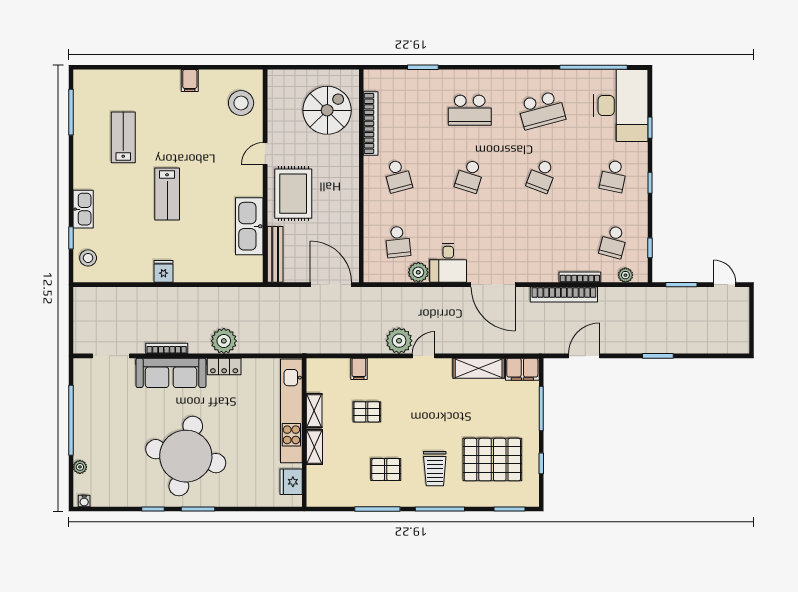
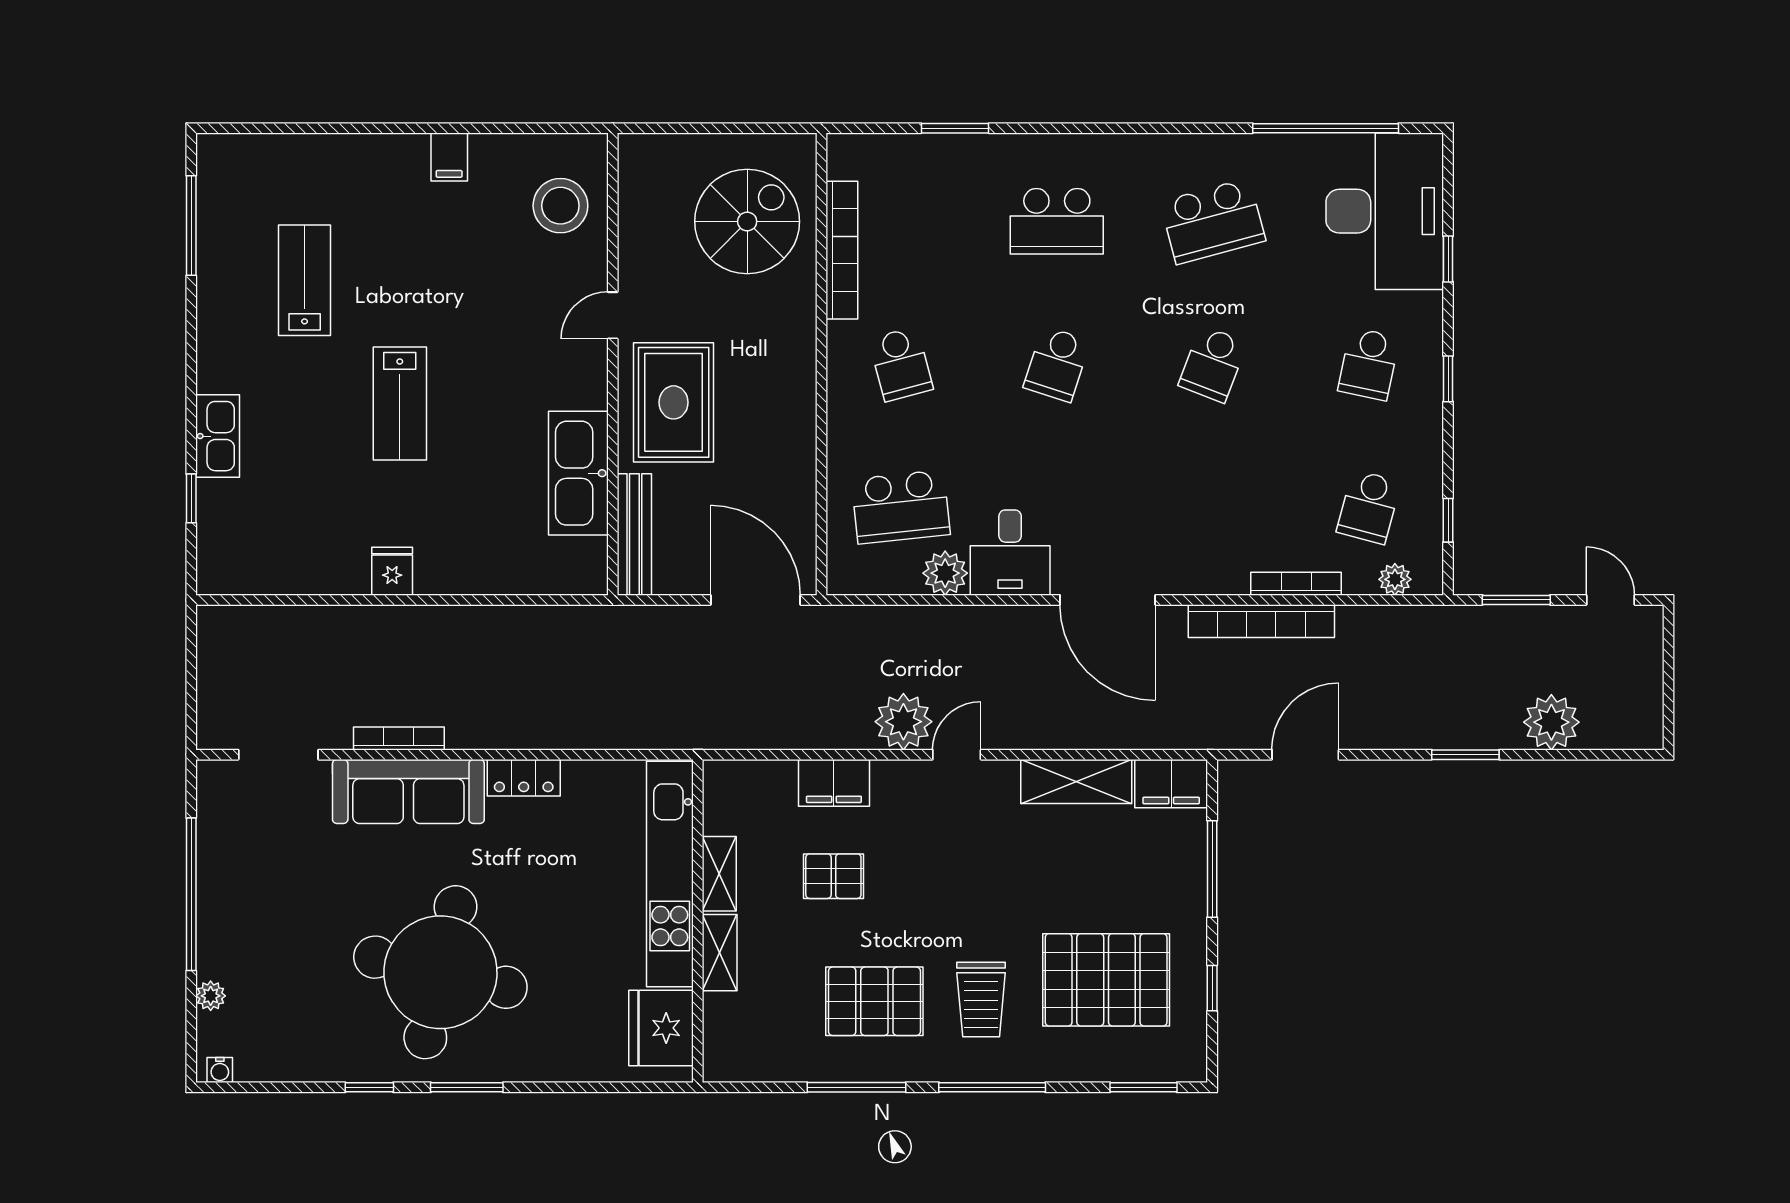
school desk: (398, 242) -> (901, 507), width x1.85
stool: (88, 258) -> (228, 542), removed
plant: (224, 341) -> (1551, 722), moved
filing cabinet: (359, 369) -> (834, 783), width x2.00
pallet: (386, 469) -> (874, 1001), width x1.50, depth x1.42
fridge: (291, 482) -> (661, 1028), width x1.36, depth x1.34

